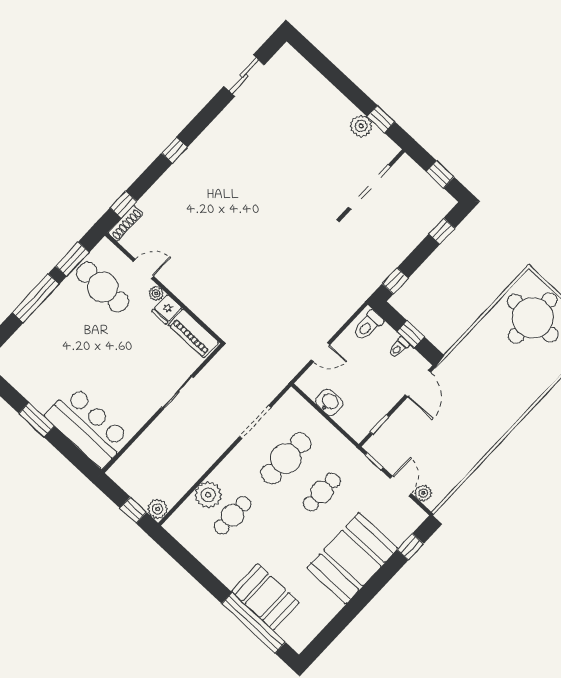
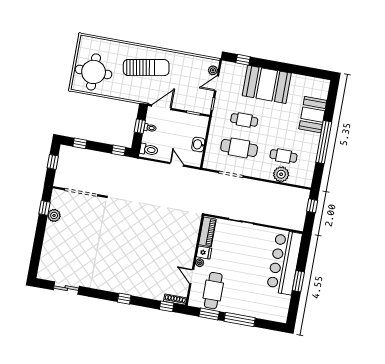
sun lounger: (490, 399) -> (146, 68), added
bar counter: (88, 427) -> (284, 262), width x1.36
plant: (158, 509) -> (304, 194), removed
window: (254, 623) -> (324, 142), moved

